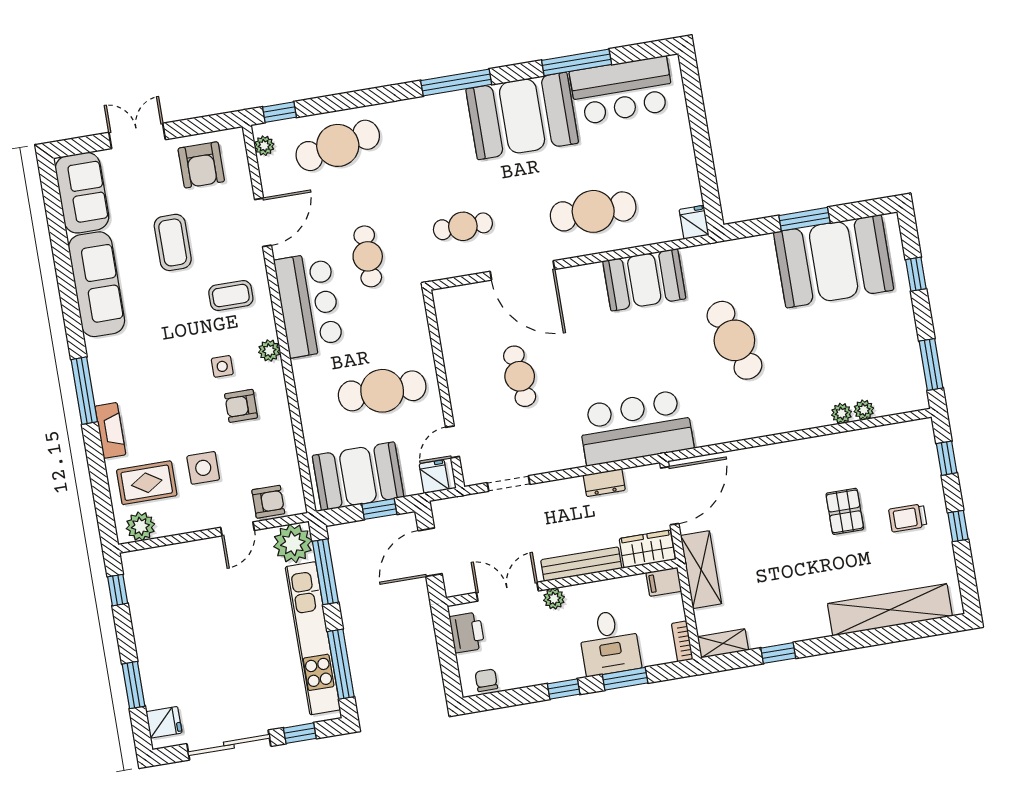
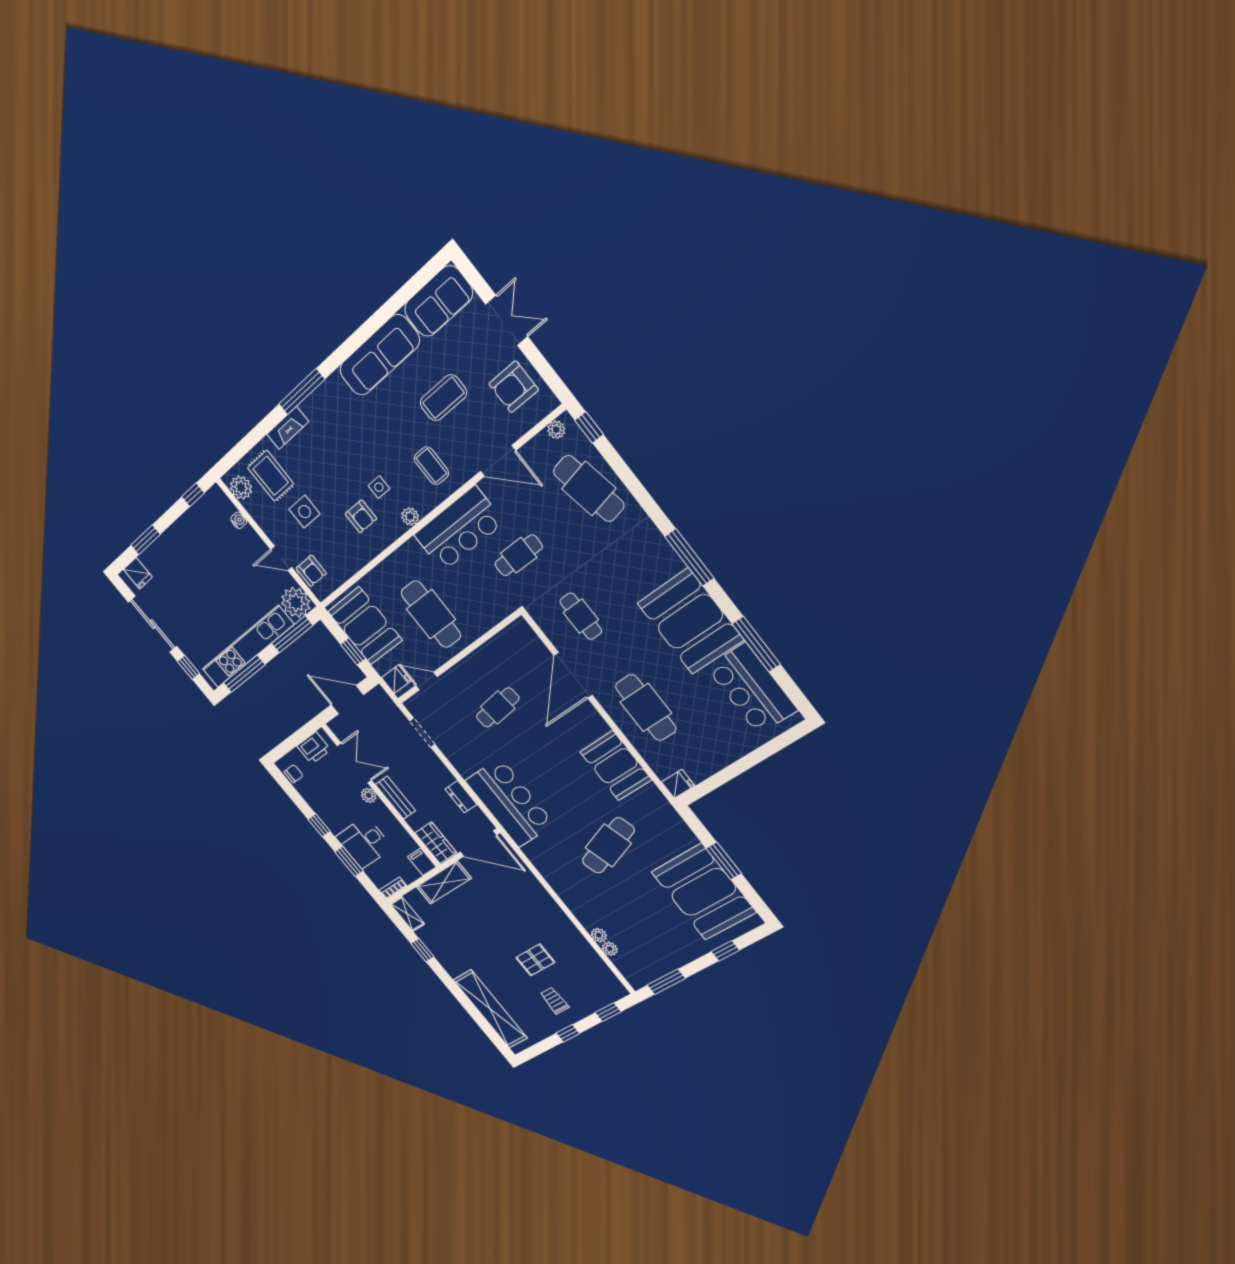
armchair: (241, 406) -> (361, 516), turned 180
water cooler: (172, 553) -> (239, 520), added
bench: (581, 564) -> (395, 798), width x0.73

